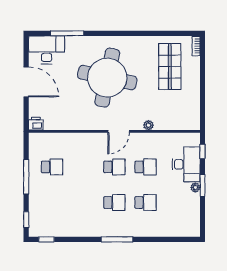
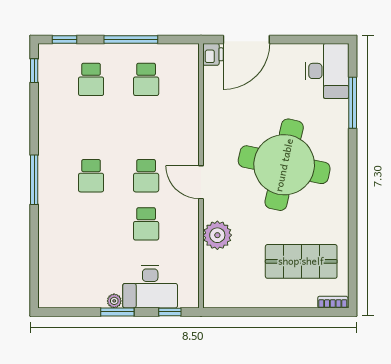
door: (26, 82) -> (246, 39), moved
plant: (149, 125) -> (217, 235), width x1.88, depth x1.88
school desk: (146, 203) -> (91, 79), moved

